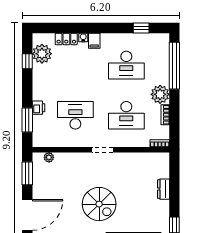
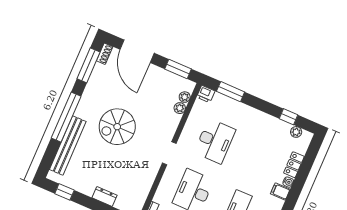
plant: (42, 54) -> (296, 132), width x0.53, depth x0.53
printer: (39, 108) -> (206, 94), moved
plant: (60, 157) -> (180, 108), added

